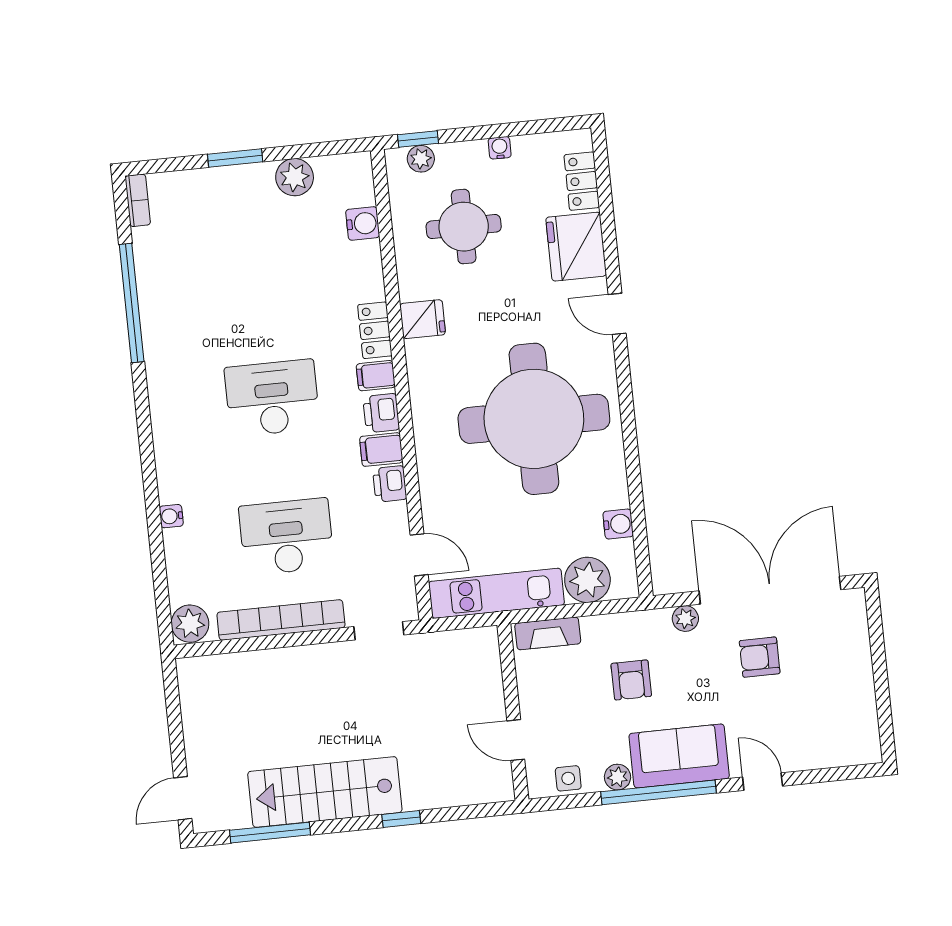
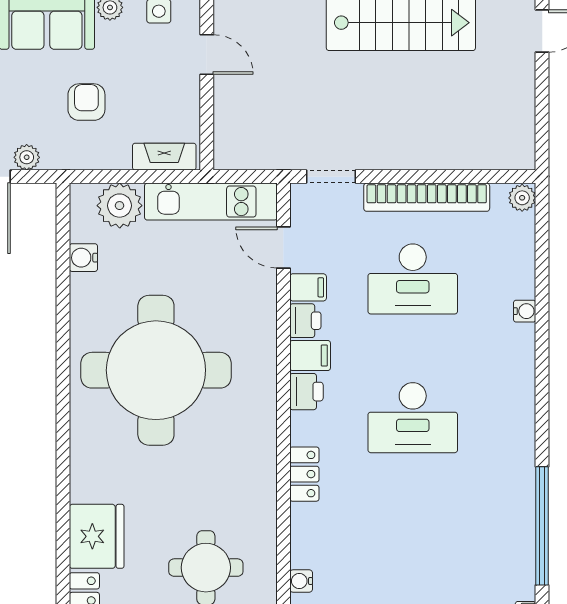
water cooler: (363, 223) -> (301, 581), width x0.72, depth x0.72
door: (617, 314) -> (63, 466), removed
fridge: (423, 319) -> (256, 480), removed
filing cabinet: (376, 376) -> (308, 287), moved
plant: (190, 624) -> (522, 198), width x0.73, depth x0.73

